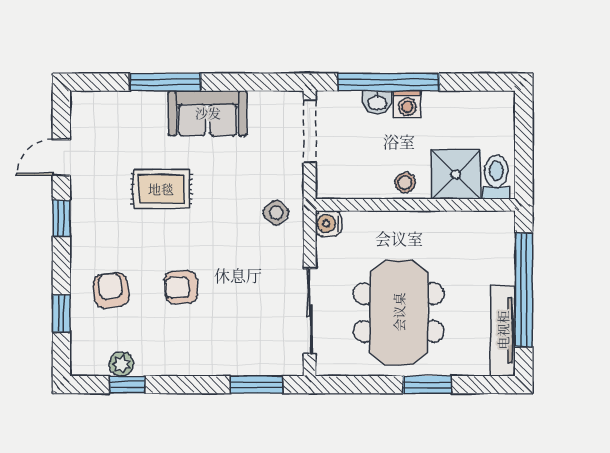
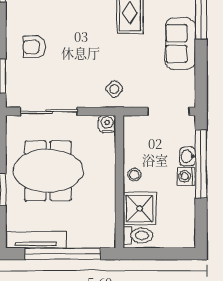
armchair: (181, 287) -> (34, 47), moved, turned -86

